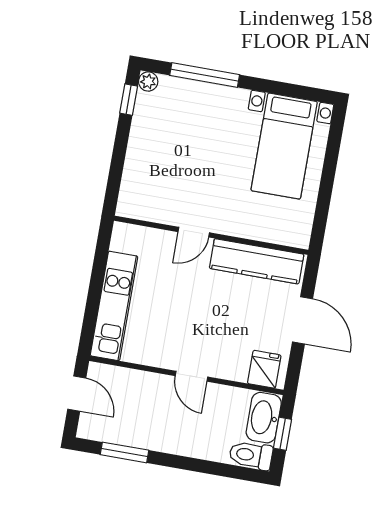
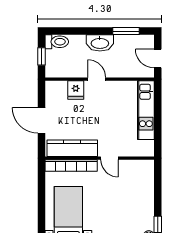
bookcase: (264, 231) -> (71, 165), added
door: (194, 232) -> (109, 158), swing flipped
fridge: (264, 369) -> (76, 90), moved
washbasin: (264, 418) -> (100, 43), moved, turned 90

